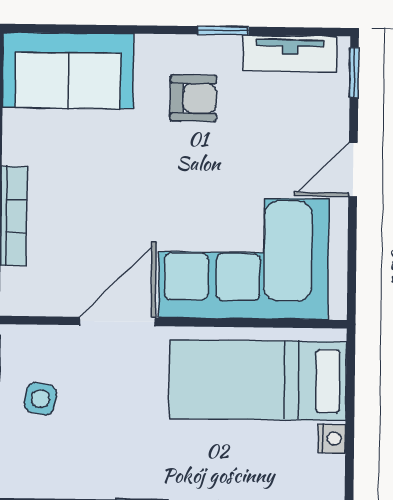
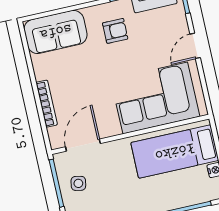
door: (117, 321) -> (83, 145), moved

